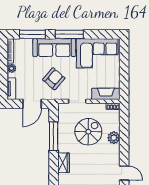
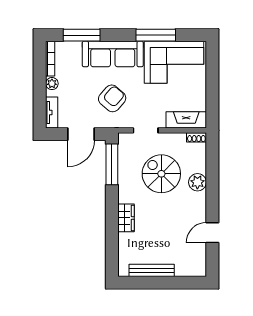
window: (69, 34) -> (156, 35), moved
spiral stairs: (88, 132) -> (161, 174), turned -90
window: (54, 136) -> (112, 164), moved
door: (124, 173) -> (212, 233), swing flipped

